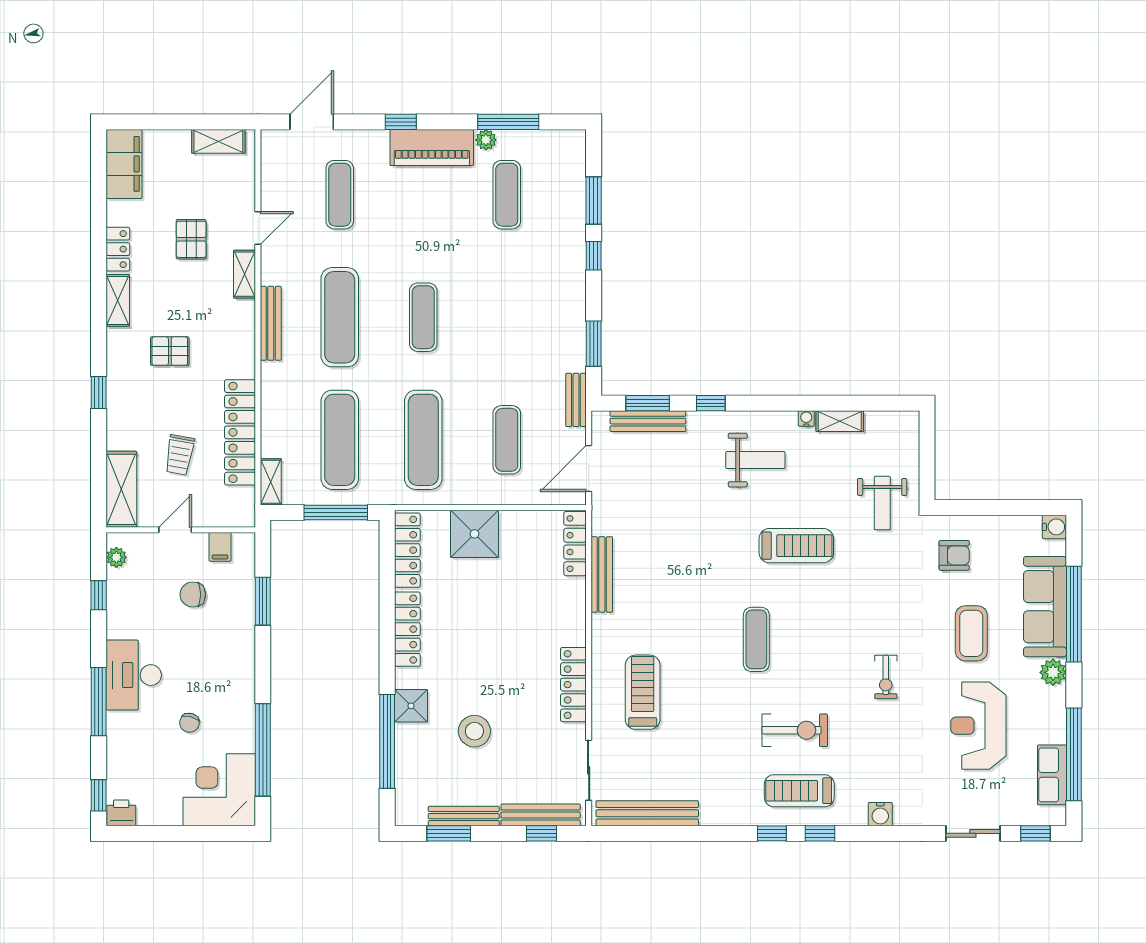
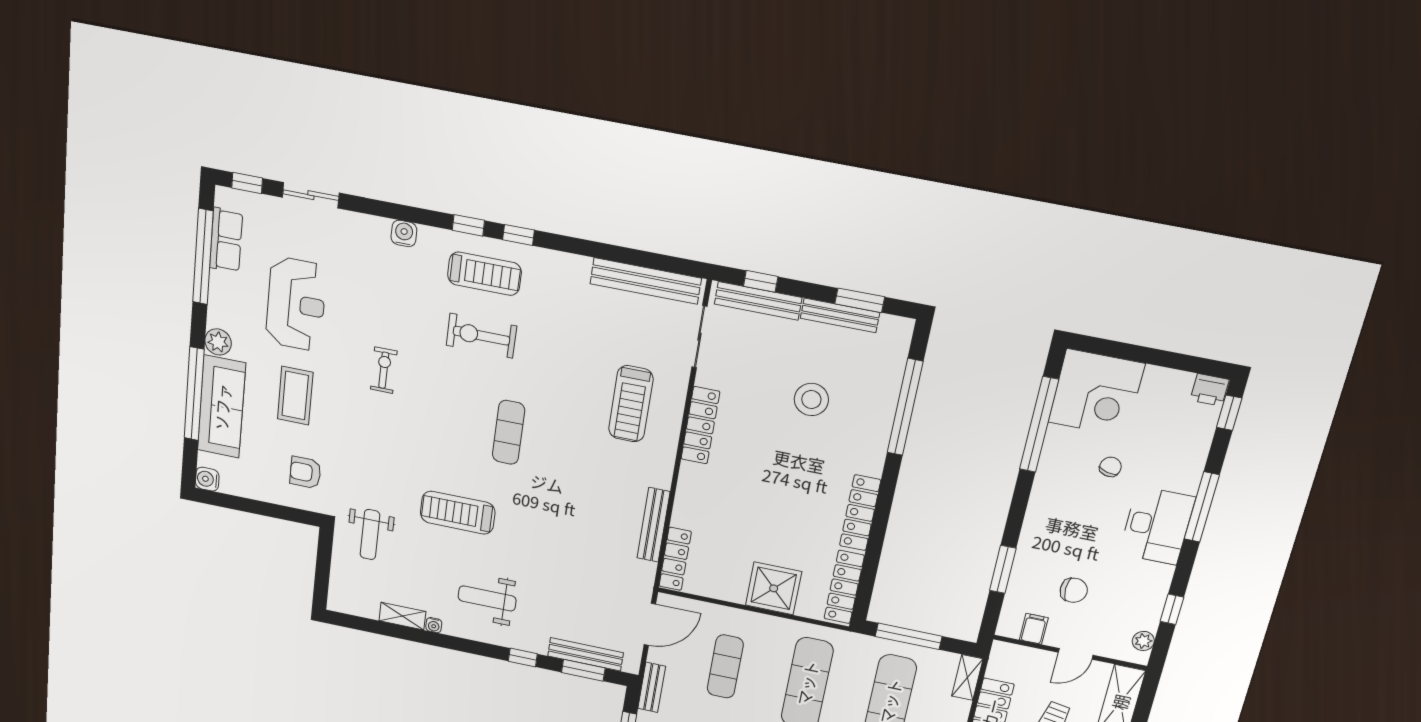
weight bench: (882, 503) -> (370, 535), turned 180
shower: (411, 706) -> (872, 438), removed

